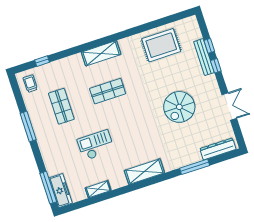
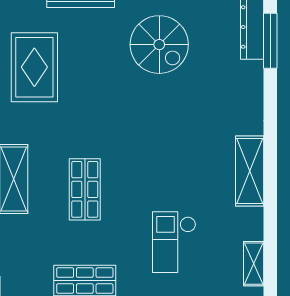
spiral stairs: (179, 107) -> (159, 45), moved
window: (195, 167) -> (270, 41), moved

